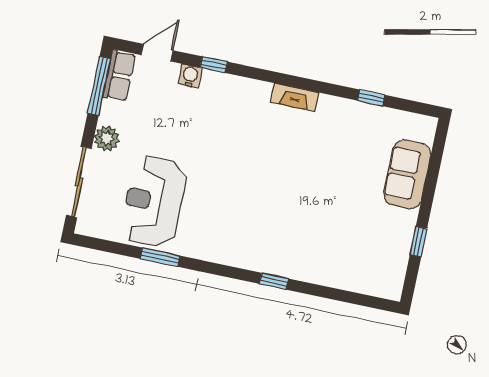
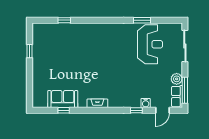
plant: (107, 138) -> (177, 79), moved
sofa: (407, 174) -> (63, 99), moved, turned -90
window: (274, 281) -> (64, 20), moved

